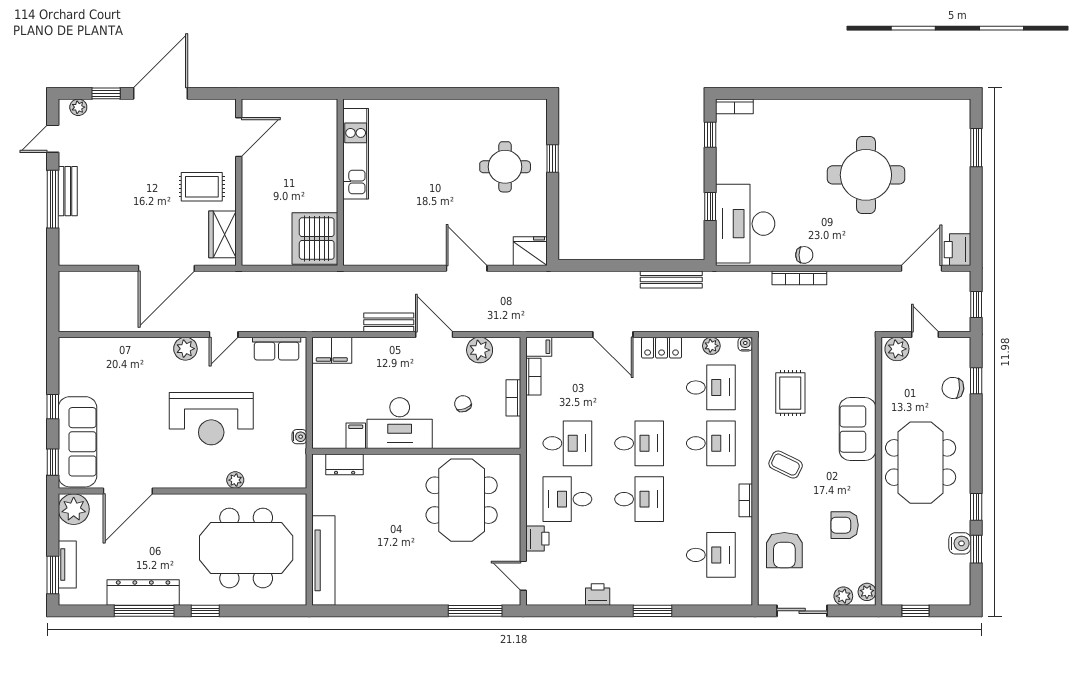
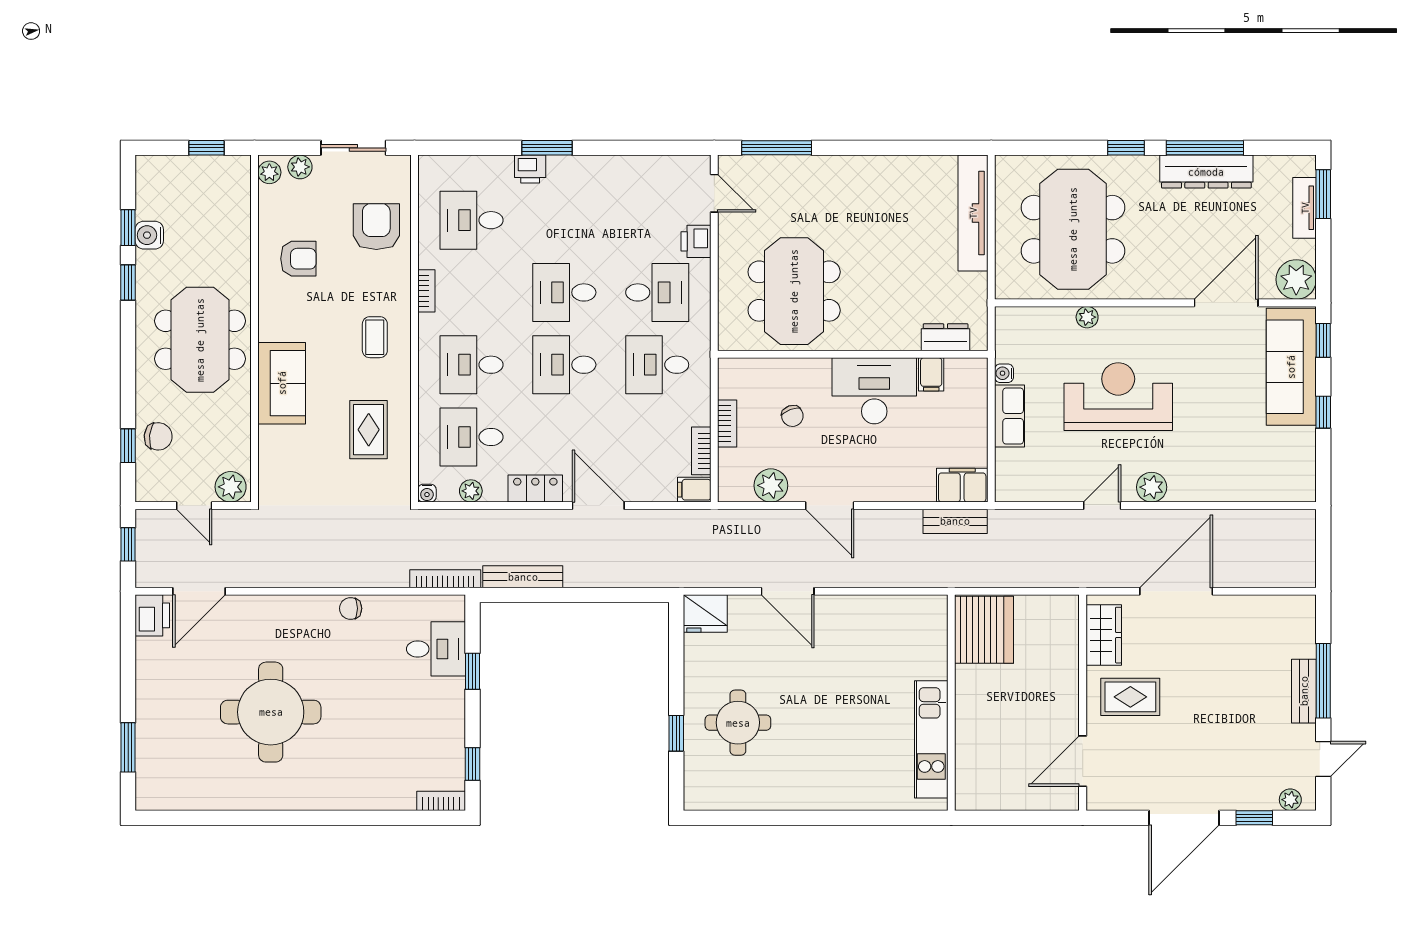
desk: (745, 224) -> (436, 649), width x0.53, depth x0.77
bookcase: (799, 278) -> (445, 579), moved
bench: (389, 322) -> (955, 521), moved
row of seats: (277, 349) -> (1010, 416), moved, turned 90
coffee table: (786, 465) -> (375, 337), turned 64
meeting table: (246, 548) -> (1073, 229), turned 90
printer: (598, 594) -> (530, 169), moved

